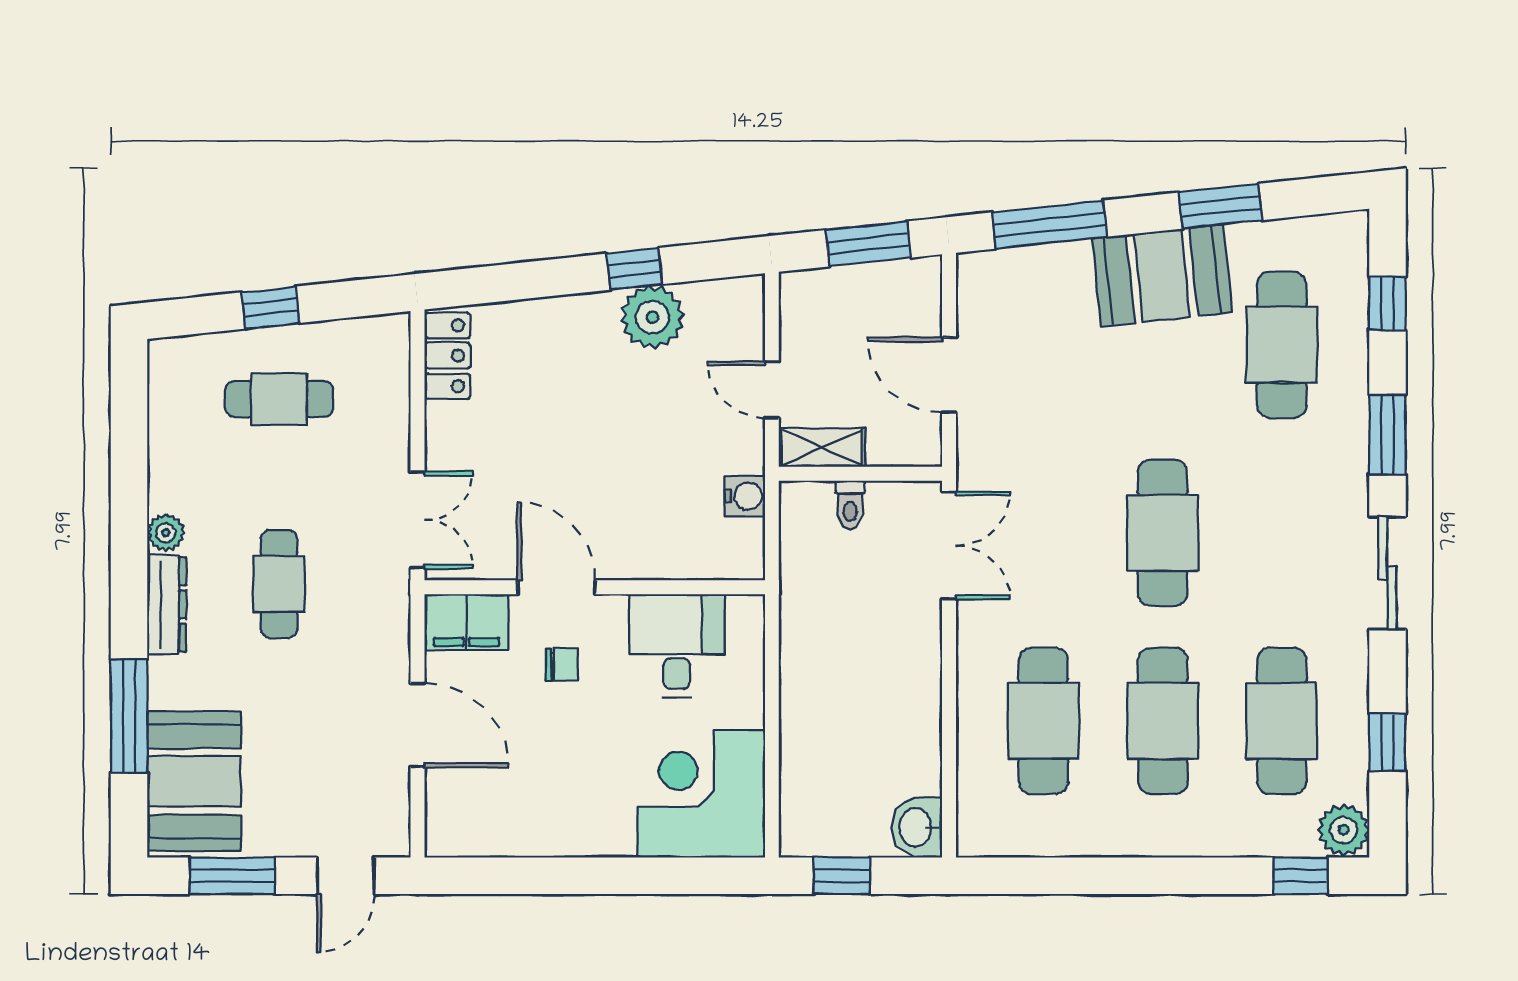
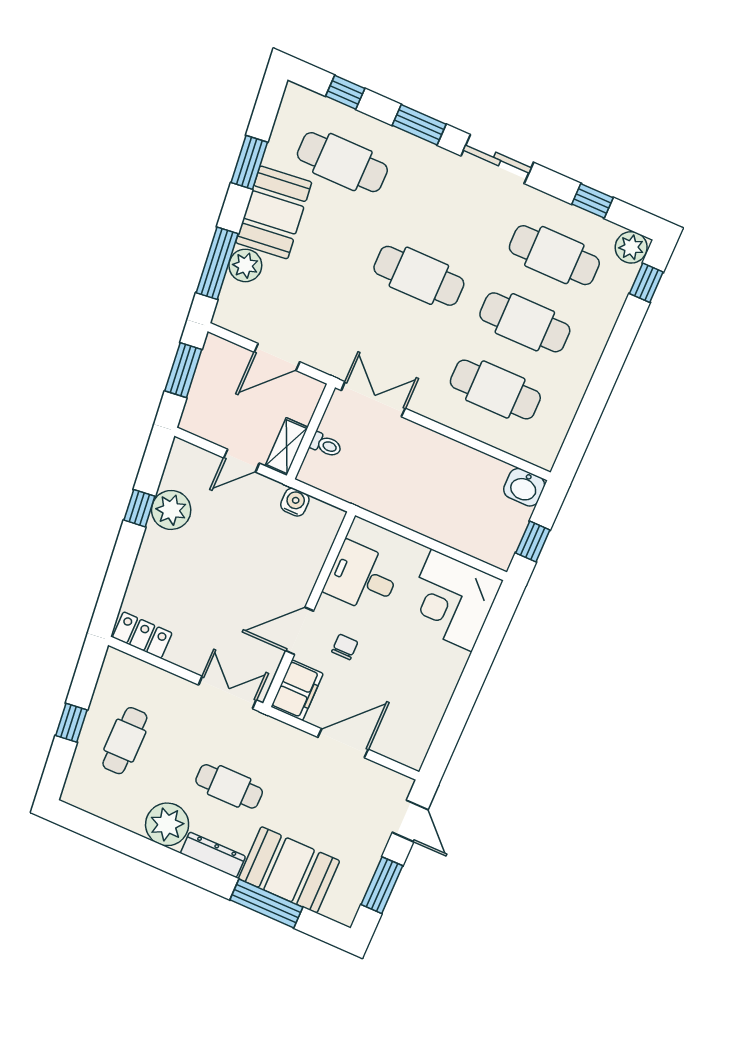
plant: (1065, 268) -> (245, 265), added
plant: (166, 533) -> (167, 824), width x1.87, depth x1.87
booth: (194, 781) -> (289, 870), moved

